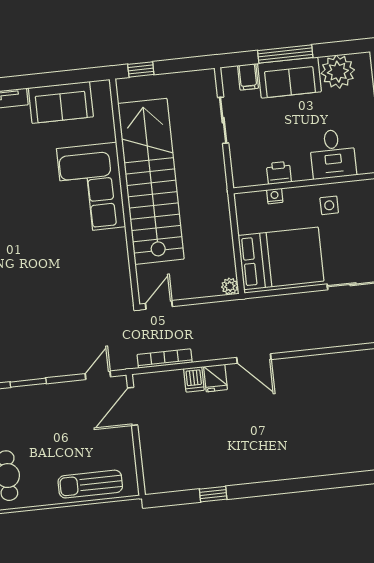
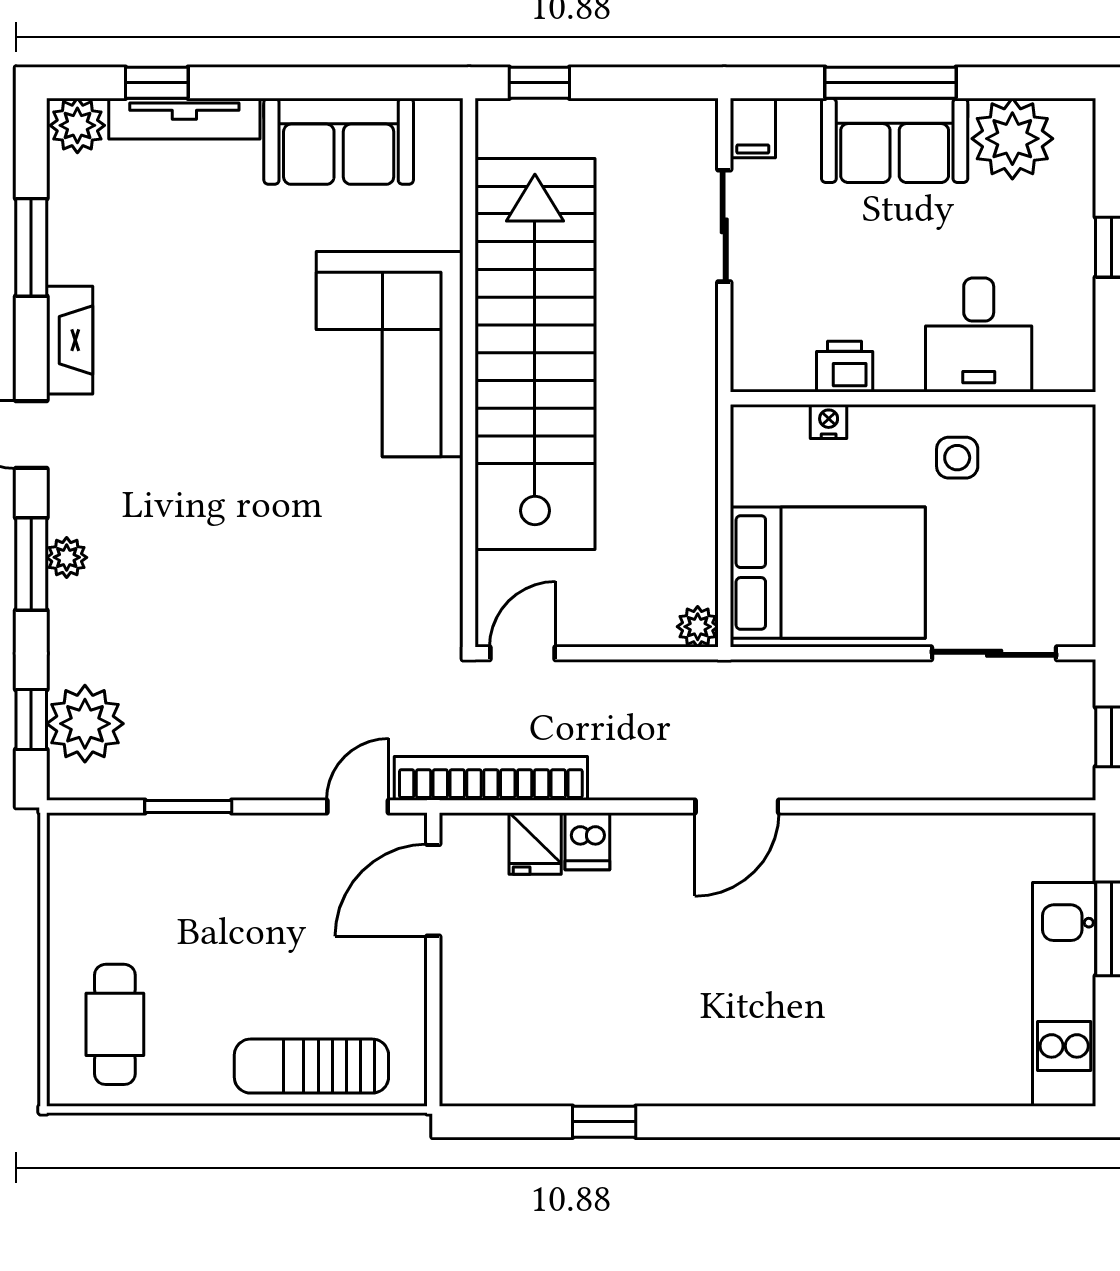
filing cabinet: (248, 77) -> (753, 128), moved
bookcase: (165, 359) -> (491, 778), width x1.48, depth x1.31
door: (254, 359) -> (737, 806), hinge flipped
fridge: (215, 378) -> (535, 843), moved

